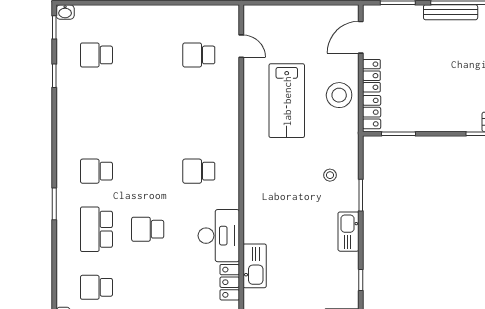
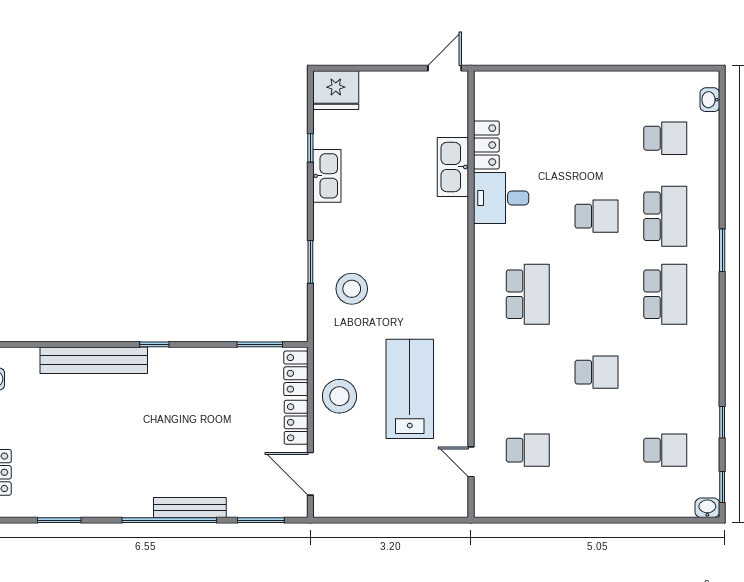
door: (361, 37) -> (310, 474), swing flipped
school desk: (148, 113) -> (597, 372), added
school desk: (96, 171) -> (665, 294), width x1.85
school desk: (199, 171) -> (528, 294), width x1.85
stool: (330, 175) -> (352, 289), width x1.89, depth x1.89
kitchen sink: (349, 232) -> (327, 176), moved
desk: (219, 236) -> (501, 198), width x0.73

